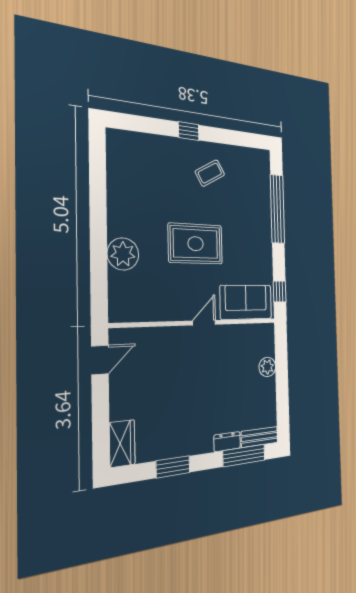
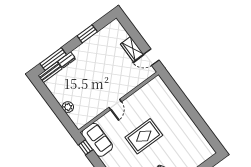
plant: (123, 254) -> (172, 107), removed
sofa: (246, 302) -> (97, 140), moved, turned -90
door: (100, 360) -> (151, 57), hinge flipped
wardrobe: (122, 444) -> (132, 49), moved

